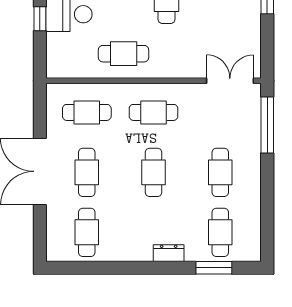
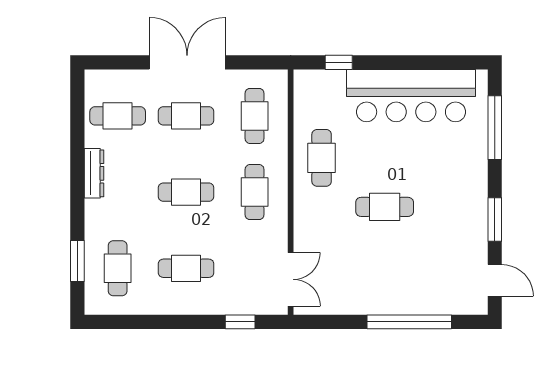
window: (40, 19) -> (339, 62), moved
window: (267, 125) -> (240, 322), width x0.46
cafe table: (220, 232) -> (118, 268), turned 90
dresser: (169, 253) -> (94, 173), moved, width x1.44

